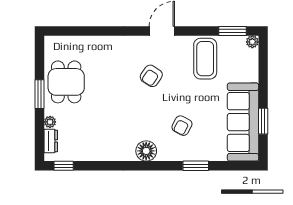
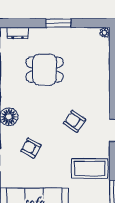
dining table: (66, 82) -> (45, 70), moved
plant: (50, 122) -> (105, 32), moved

